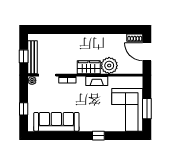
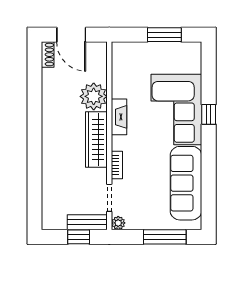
door: (147, 52) -> (71, 35), hinge flipped
bench: (33, 57) -> (87, 222), width x0.73
wardrobe: (89, 67) -> (96, 139), width x1.50
window: (24, 109) -> (165, 237), width x2.17
corner sofa: (127, 110) -> (176, 110), moved, turned 90

